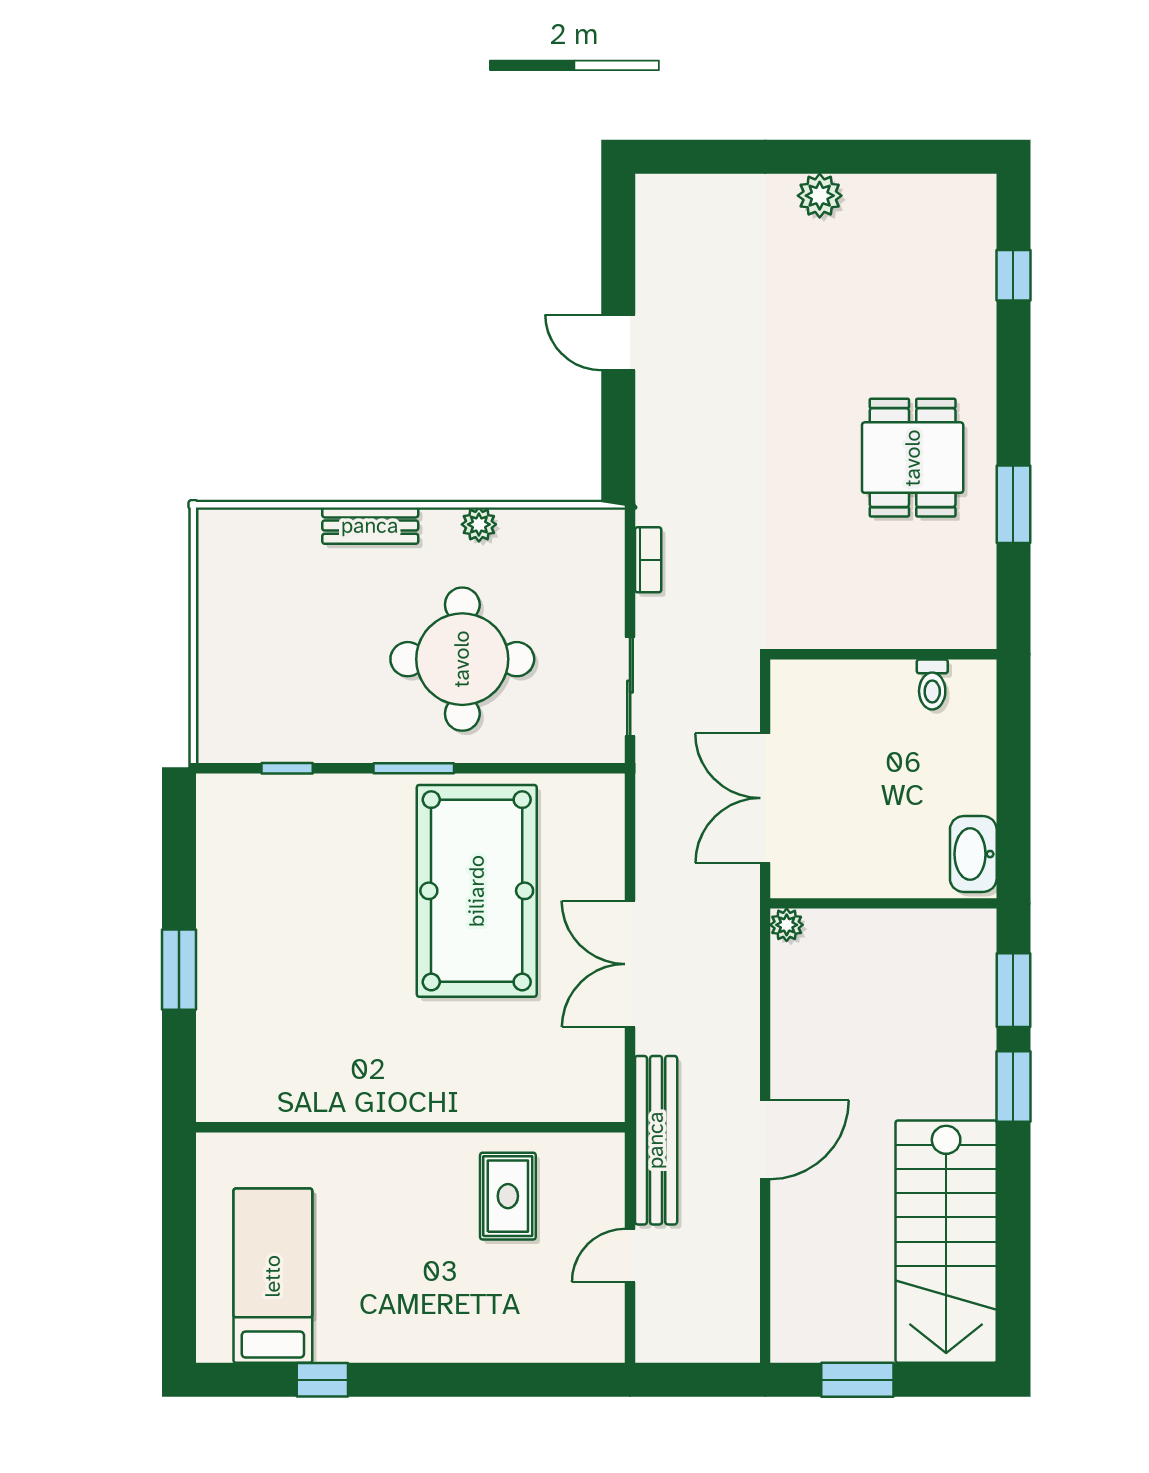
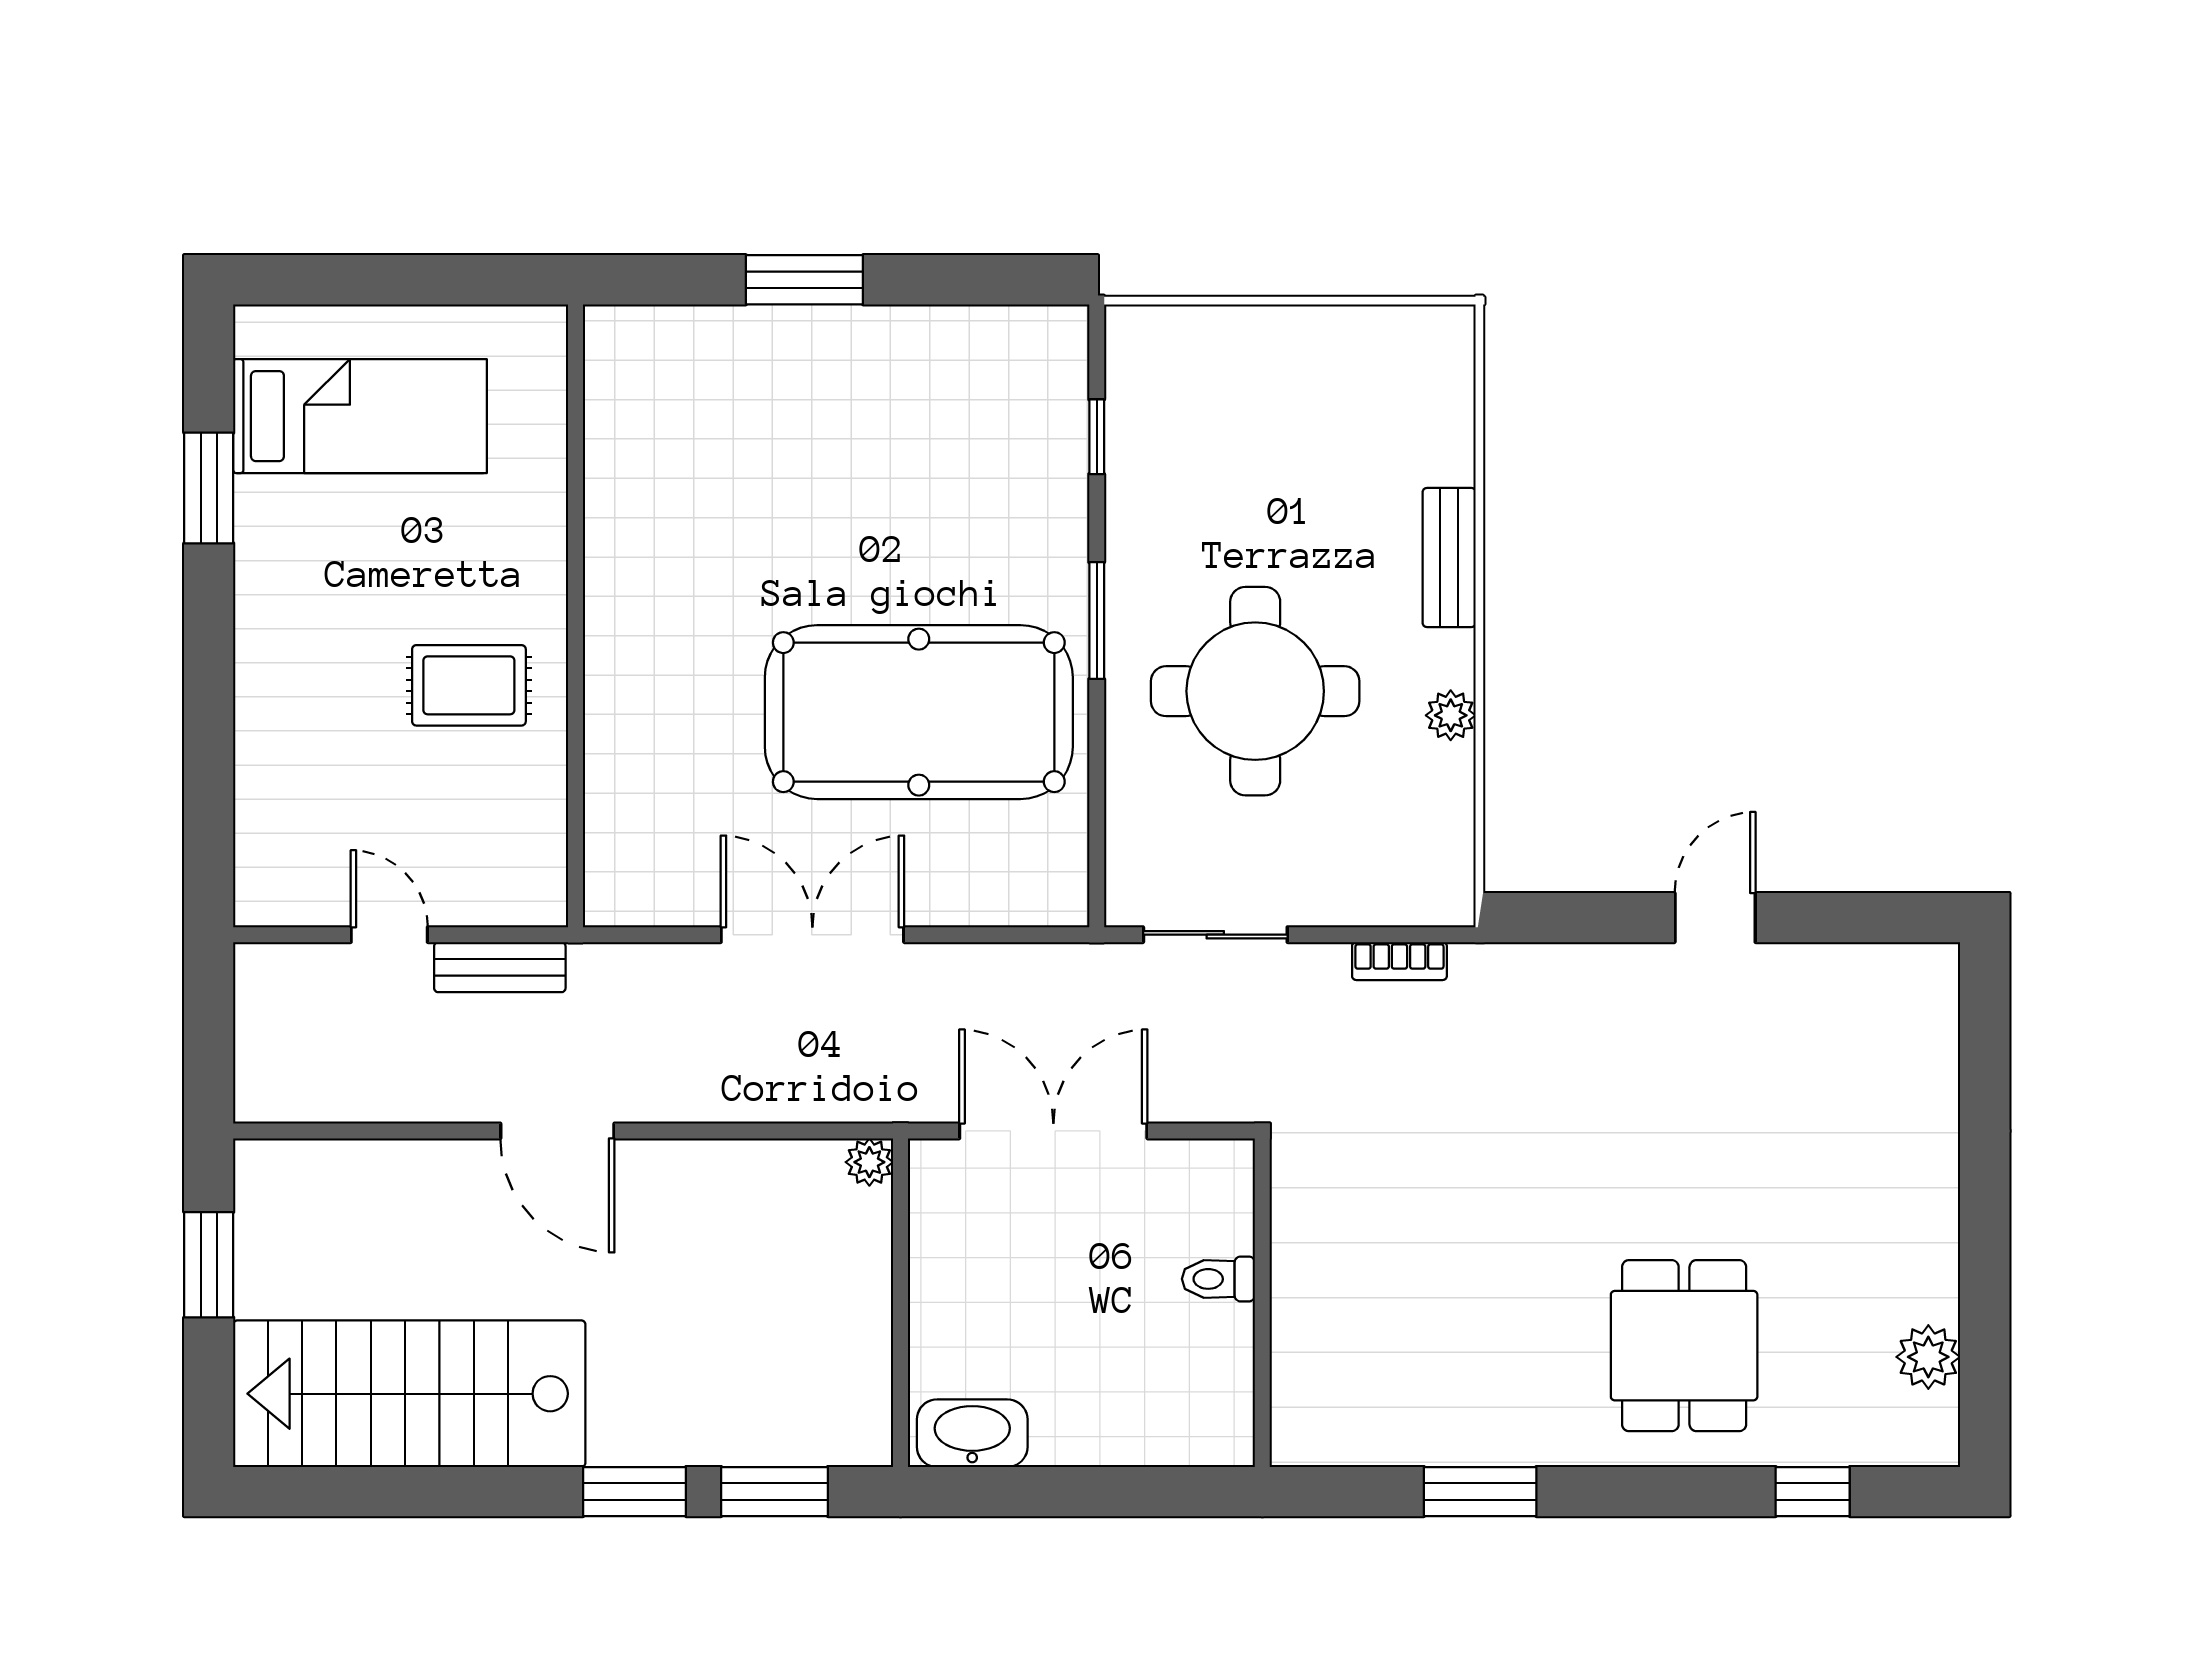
plant: (820, 196) -> (1928, 1357), moved
dining table: (913, 458) -> (1684, 1346), moved, turned 90
toilet: (932, 684) -> (1218, 1279), moved
bench: (656, 1140) -> (500, 967), width x0.54, depth x0.82
rug: (508, 1196) -> (469, 685), moved
window: (322, 1380) -> (209, 488), width x1.50

